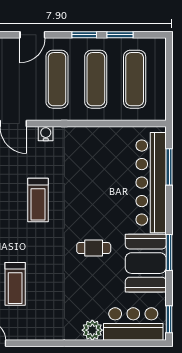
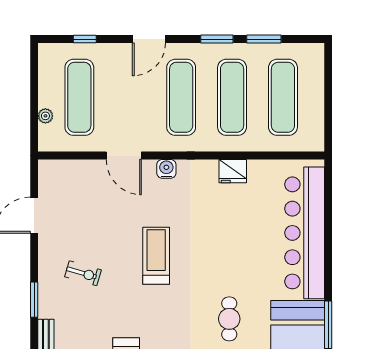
fridge: (96, 135) -> (233, 171), added
window: (169, 167) -> (328, 212), removed
treadmill: (38, 200) -> (156, 256), turned 180
cafe table: (94, 248) -> (229, 319), turned 90

